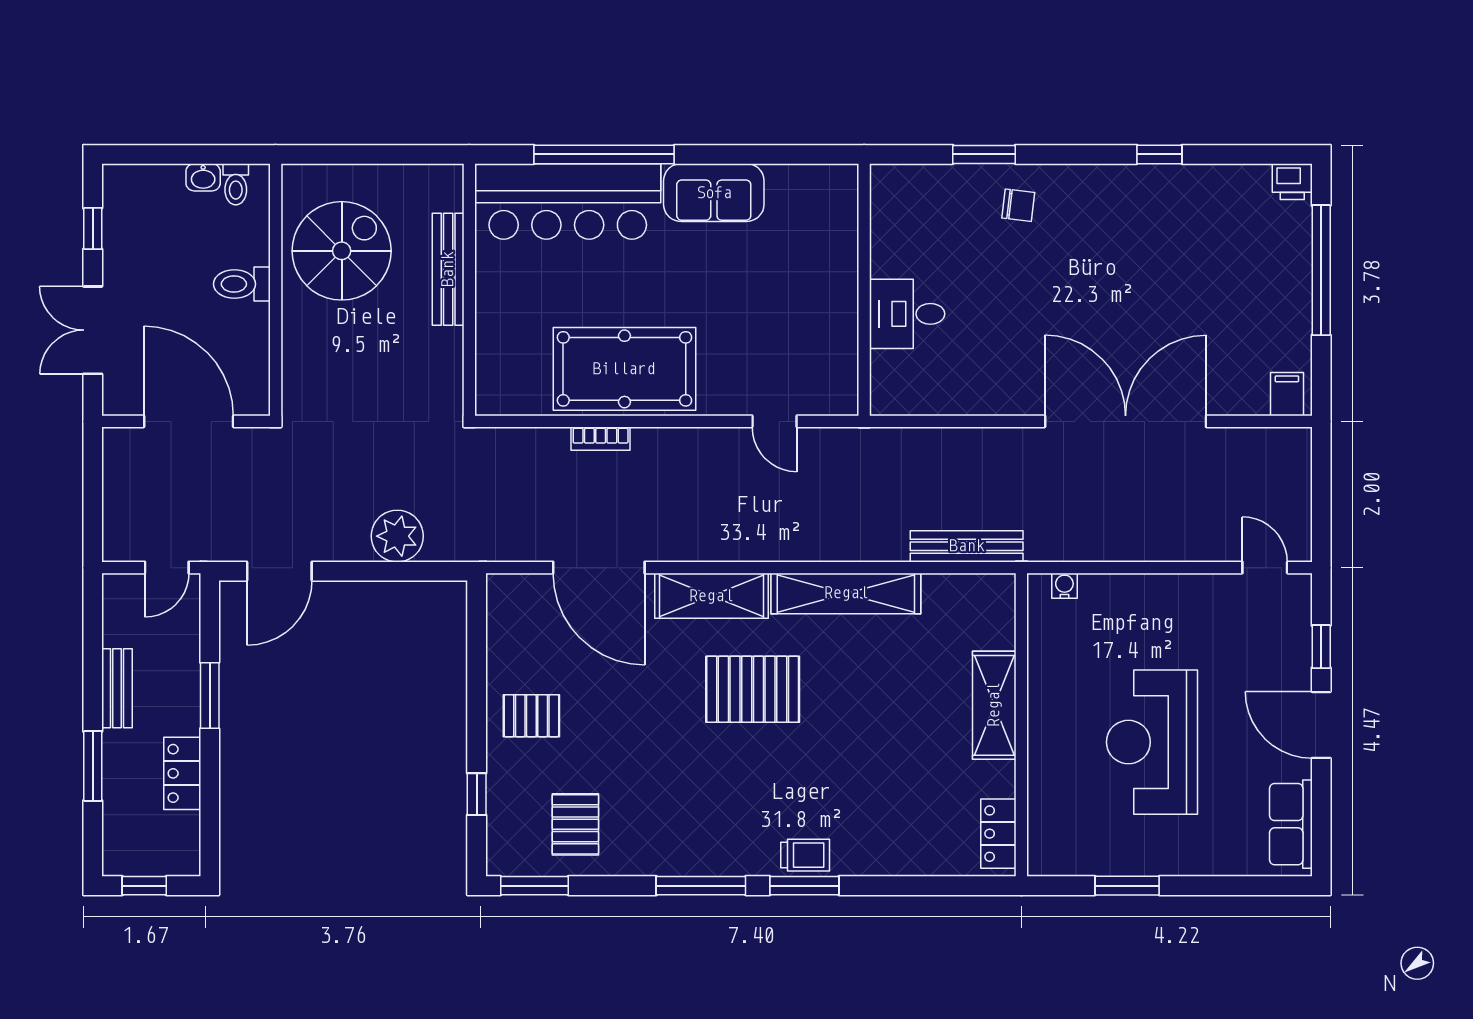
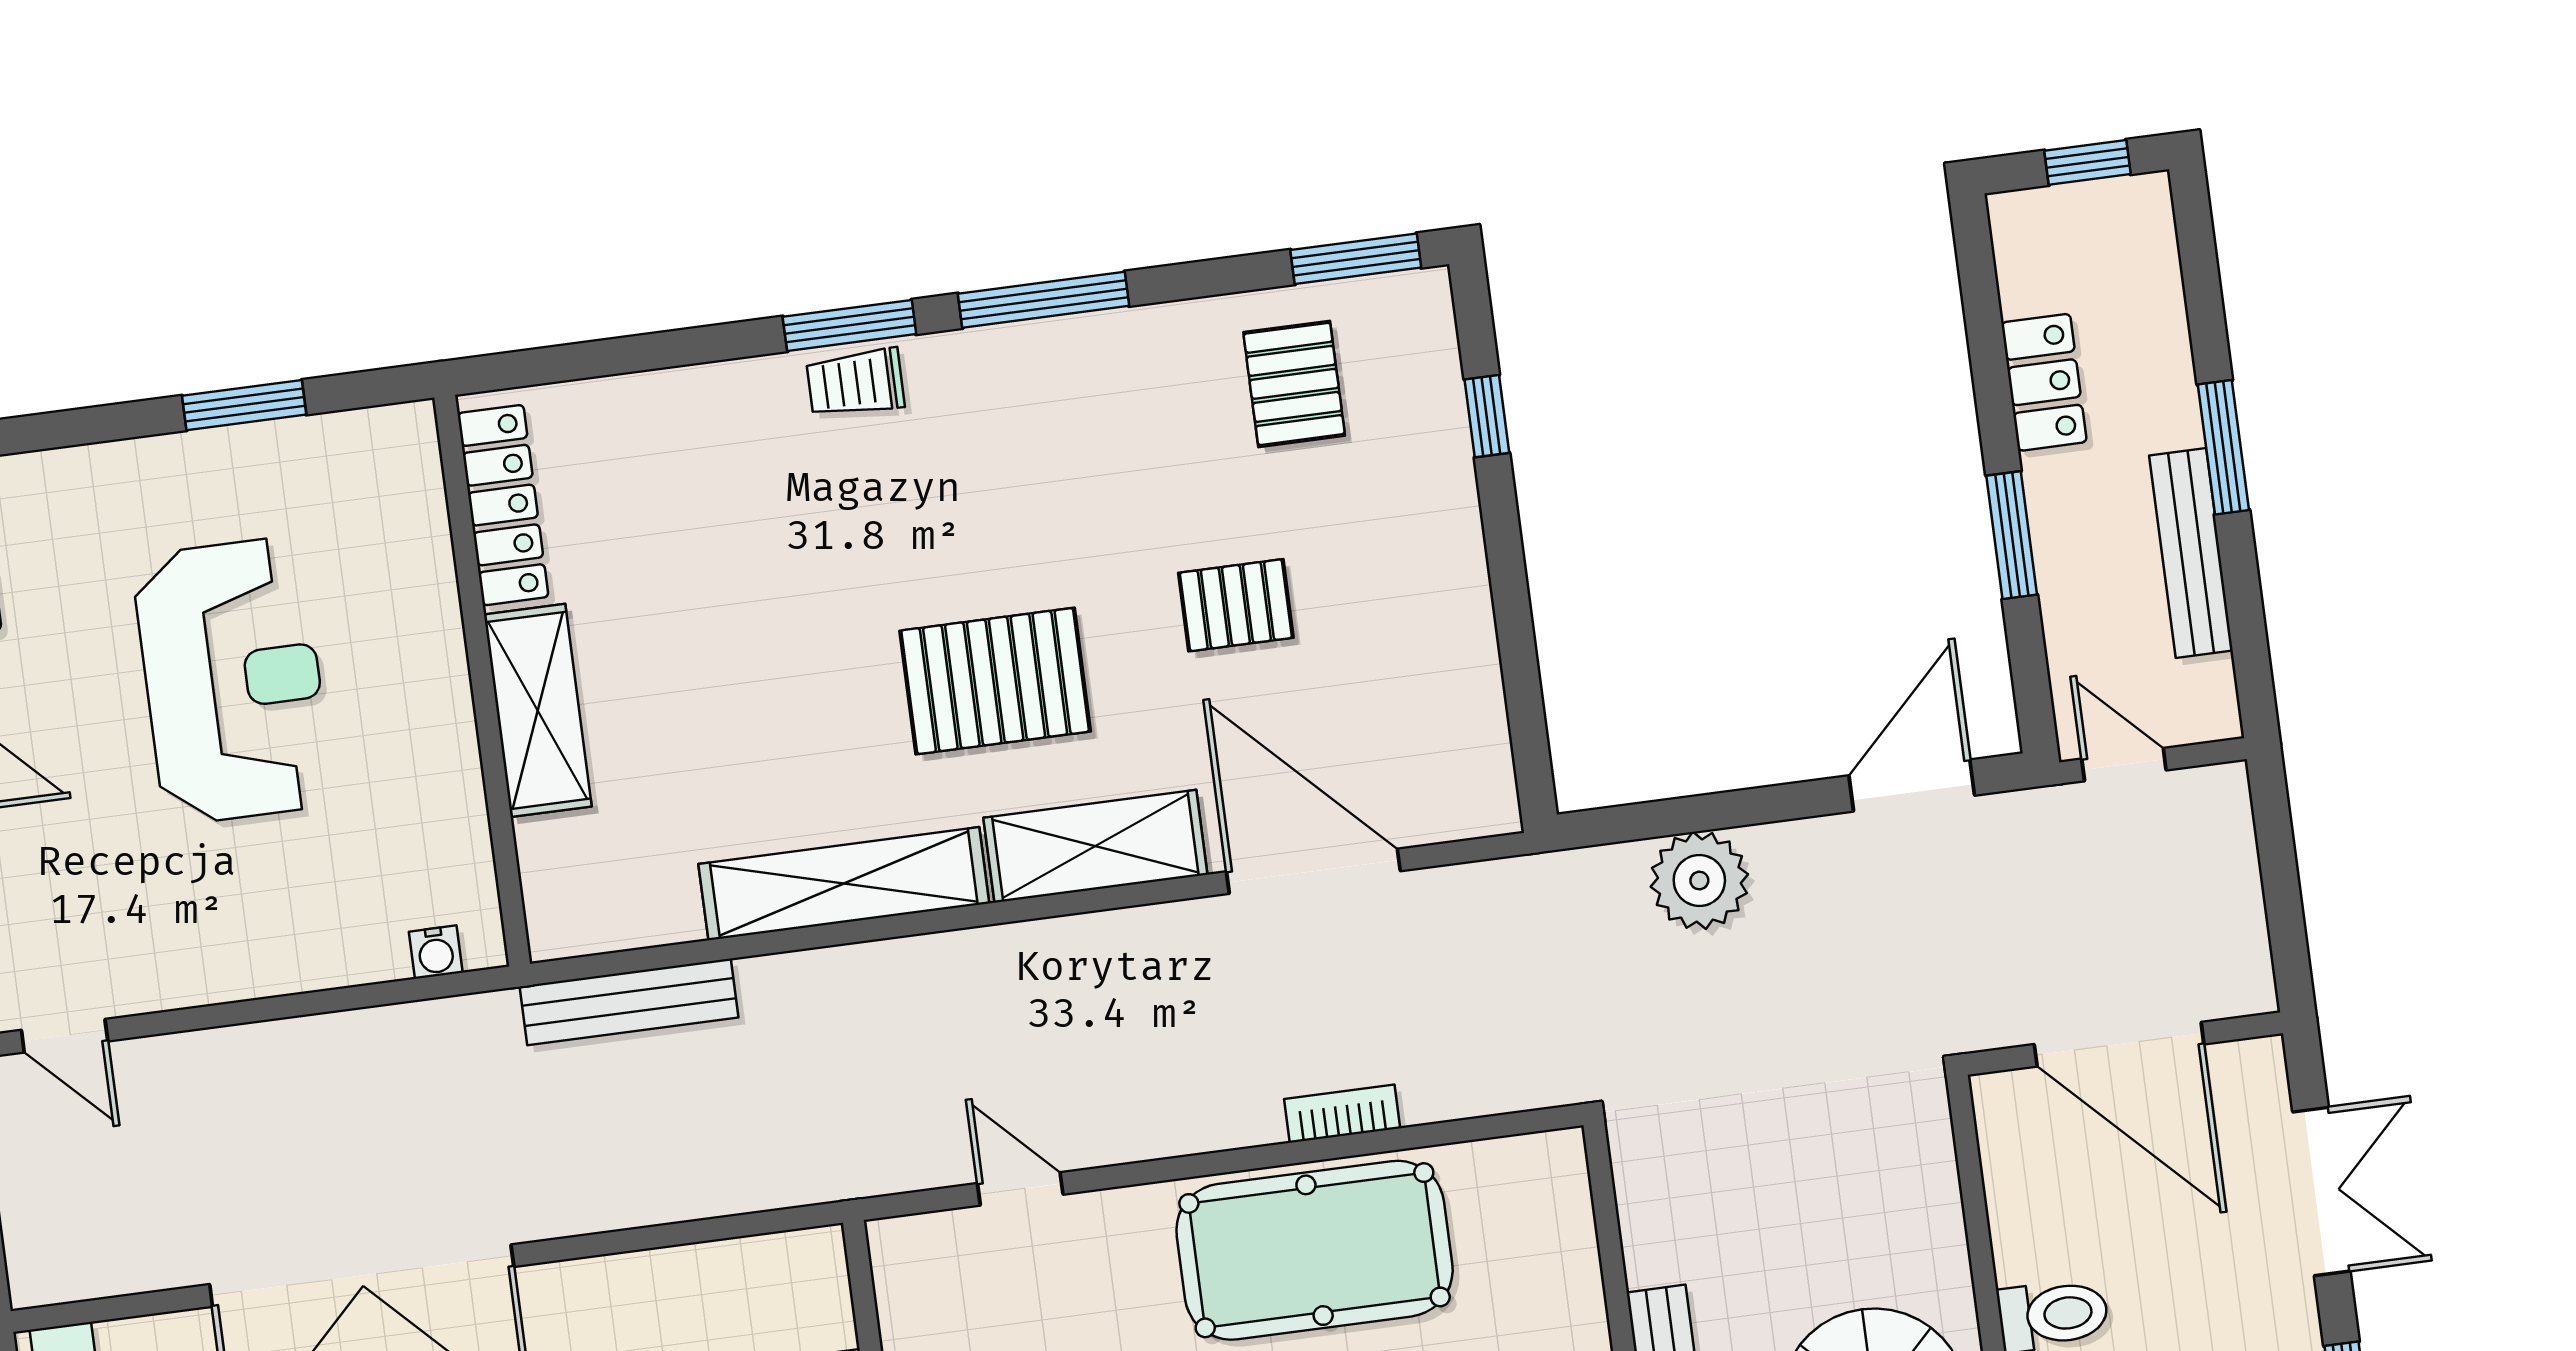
door: (167, 568) -> (2124, 765), hinge flipped
bench: (117, 688) -> (2191, 553), width x1.36
pallet: (531, 716) -> (1236, 605), moved
window: (93, 766) -> (2223, 447), moved
locker: (998, 834) -> (503, 505), width x1.53

